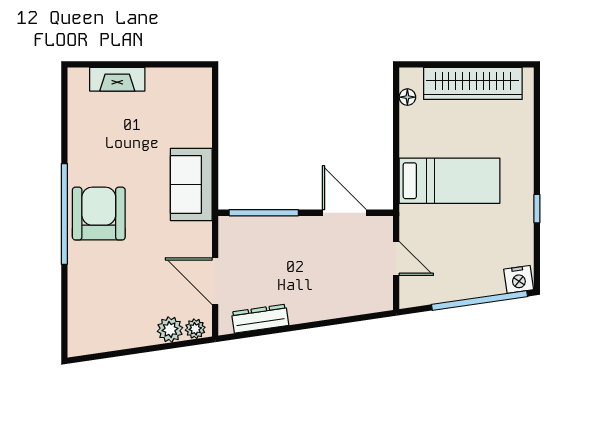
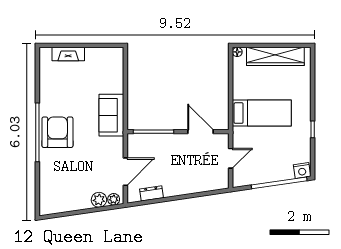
floor lamp: (407, 97) -> (237, 52), moved
door: (396, 258) -> (231, 158), hinge flipped
door: (215, 281) -> (125, 172), swing flipped
dresser: (260, 319) -> (151, 193), width x0.70

